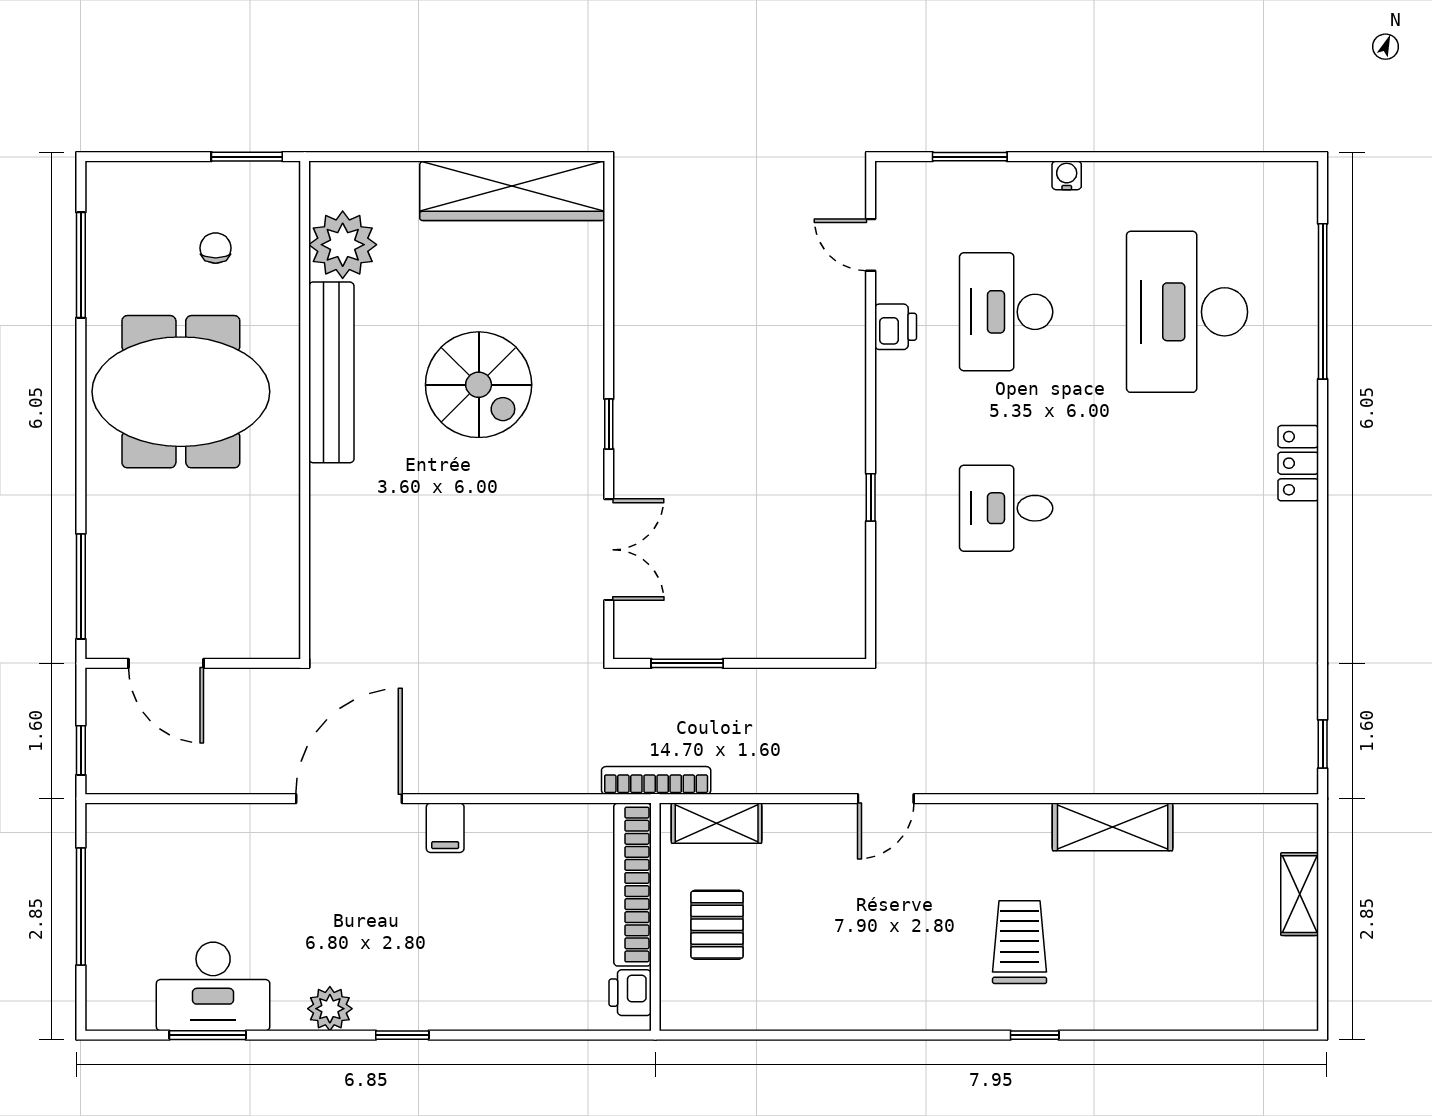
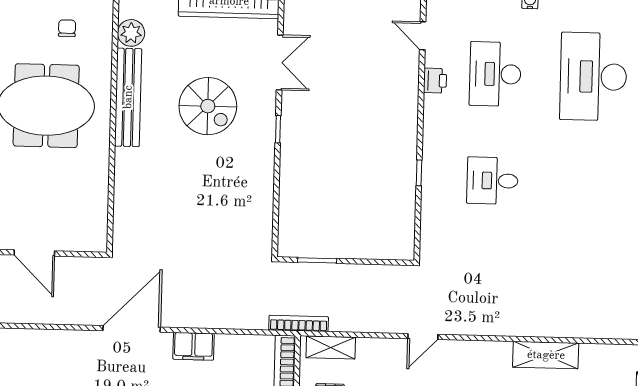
plant: (343, 245) -> (131, 33), width x0.73, depth x0.73
double door: (609, 550) -> (280, 62), moved
filing cabinet: (445, 828) -> (194, 346), width x2.00

